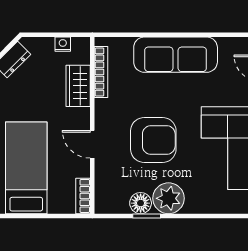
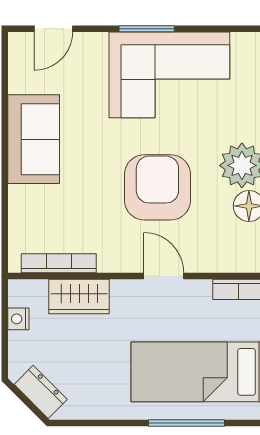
sofa: (176, 55) -> (34, 139), width x0.73
door: (92, 144) -> (164, 276), swing flipped

